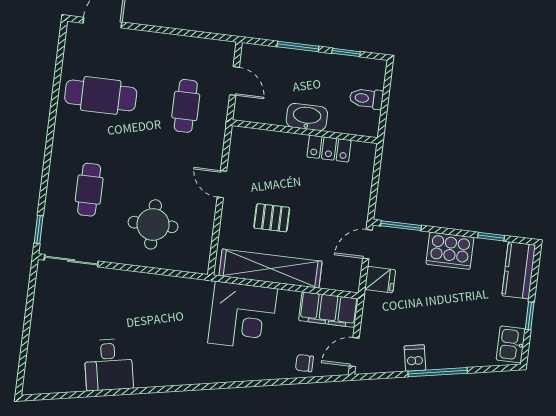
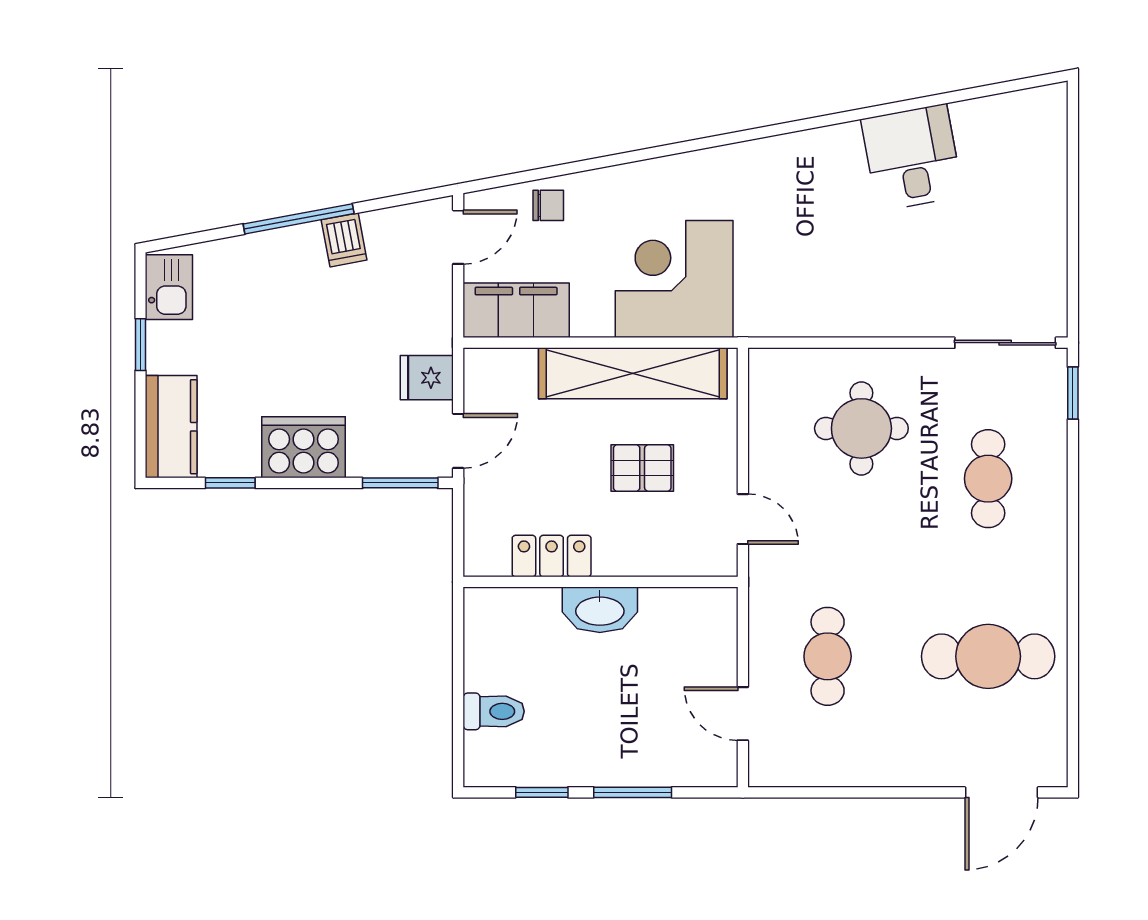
washbasin: (307, 117) -> (600, 610), moved
wall: (305, 132) -> (600, 582), moved
locker: (329, 149) -> (552, 556), moved

